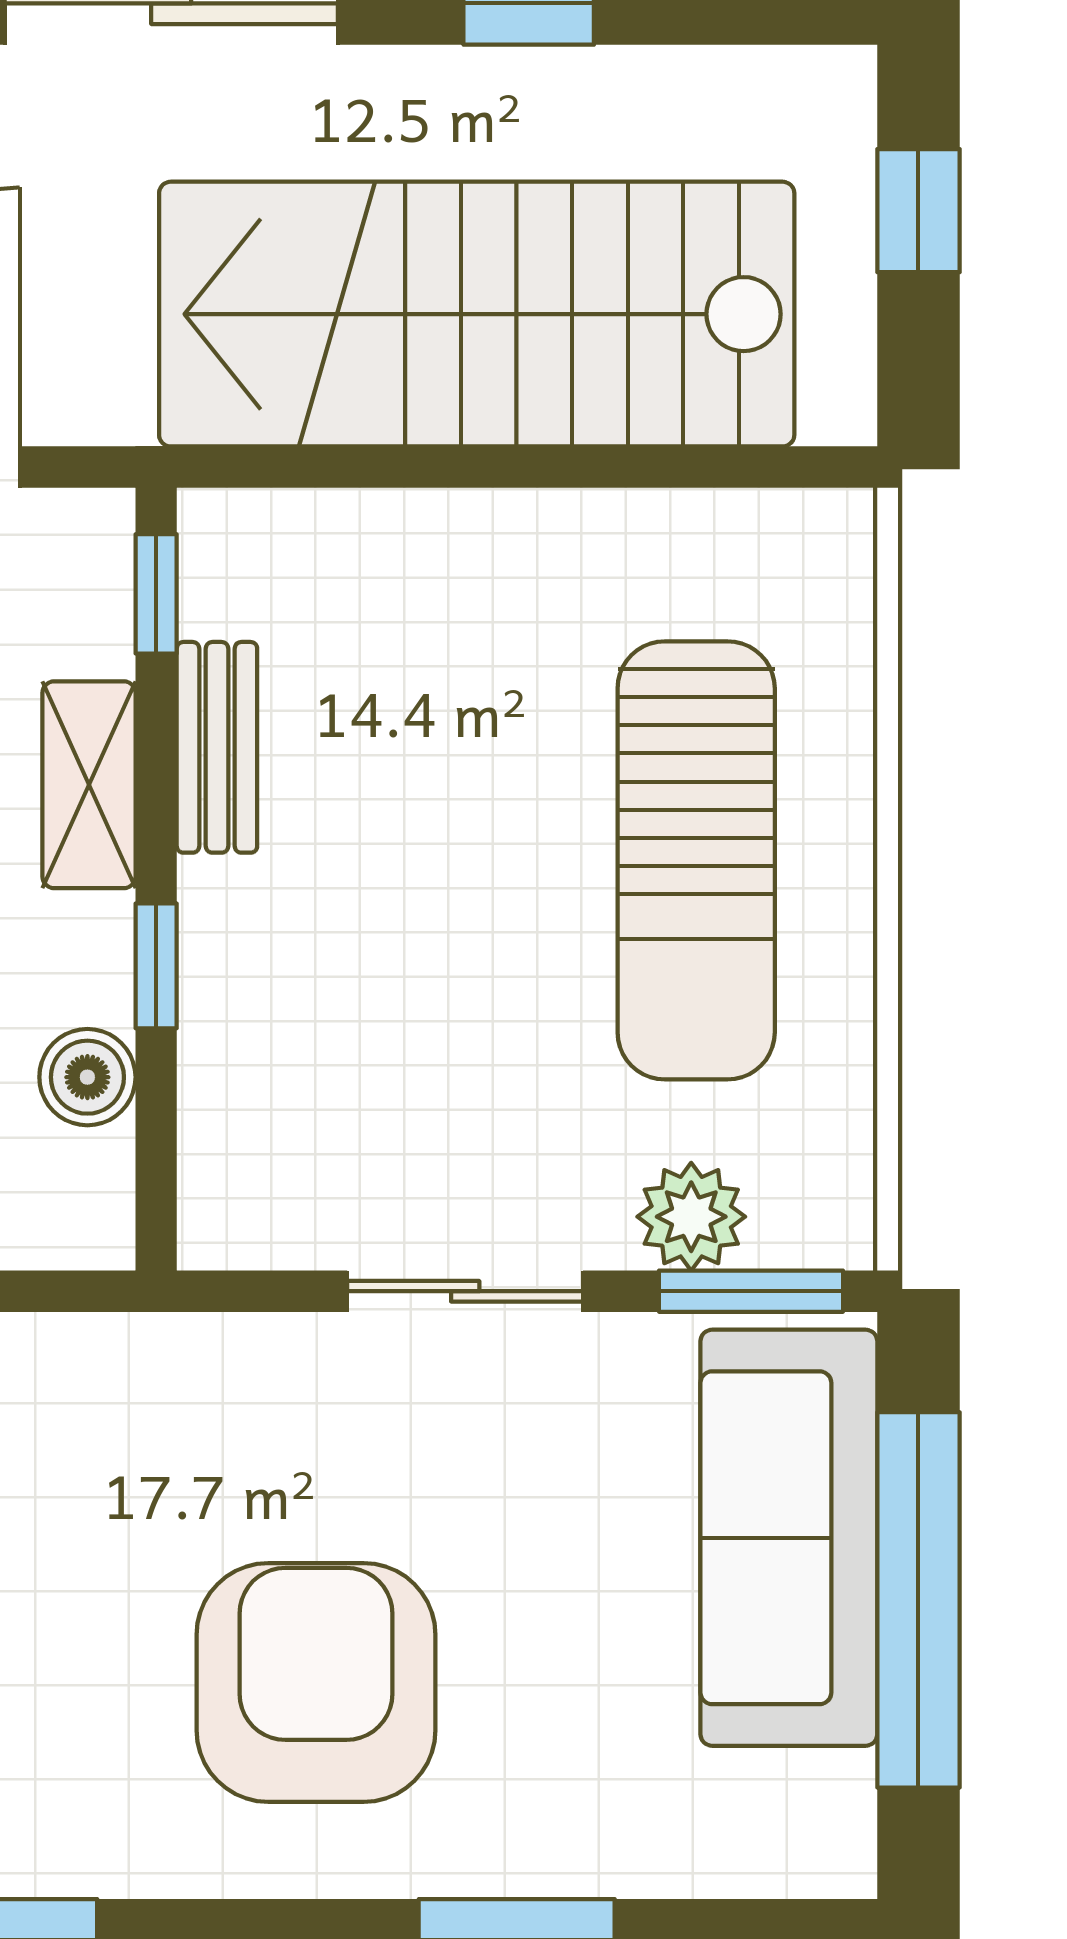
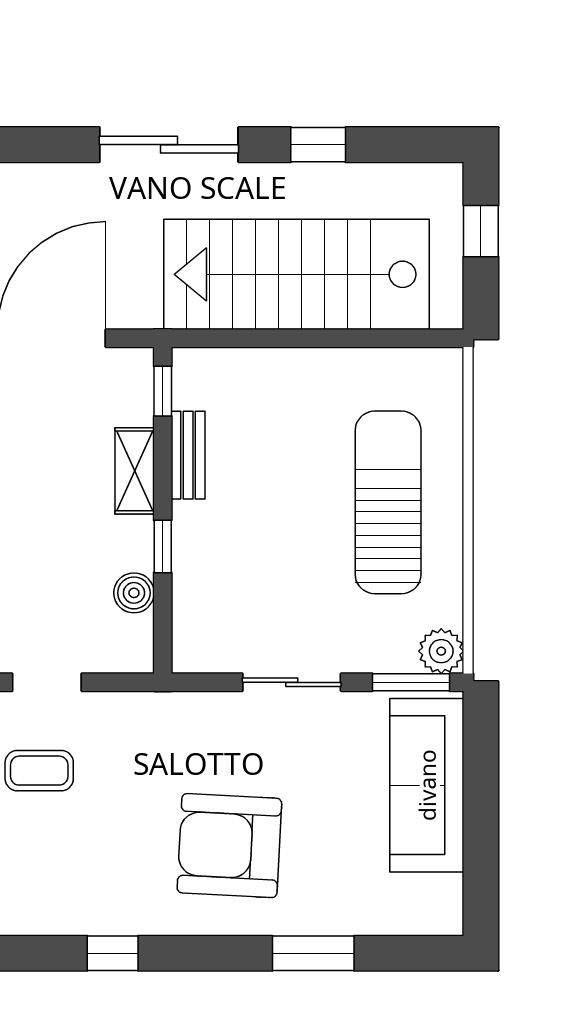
sun lounger: (696, 860) -> (388, 502), turned 180
plant: (691, 1217) -> (441, 651), moved
window: (918, 1600) -> (481, 811), removed
armchair: (316, 1682) -> (229, 846), turned -87

